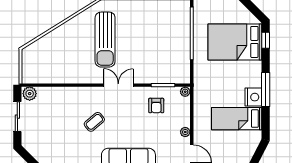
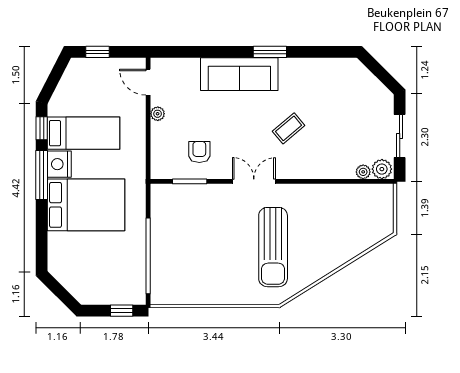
sun lounger: (105, 40) -> (273, 247), turned 180
window: (266, 40) -> (42, 128), moved
bed: (235, 42) -> (86, 205), moved
double door: (118, 85) -> (254, 181), swing flipped
plant: (185, 92) -> (363, 172), moved

